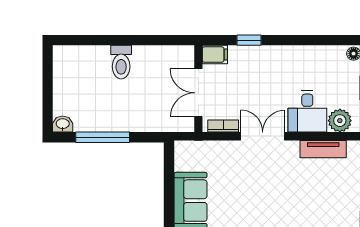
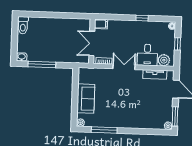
window: (249, 40) -> (142, 18), moved
toilet: (121, 62) -> (23, 25), moved

